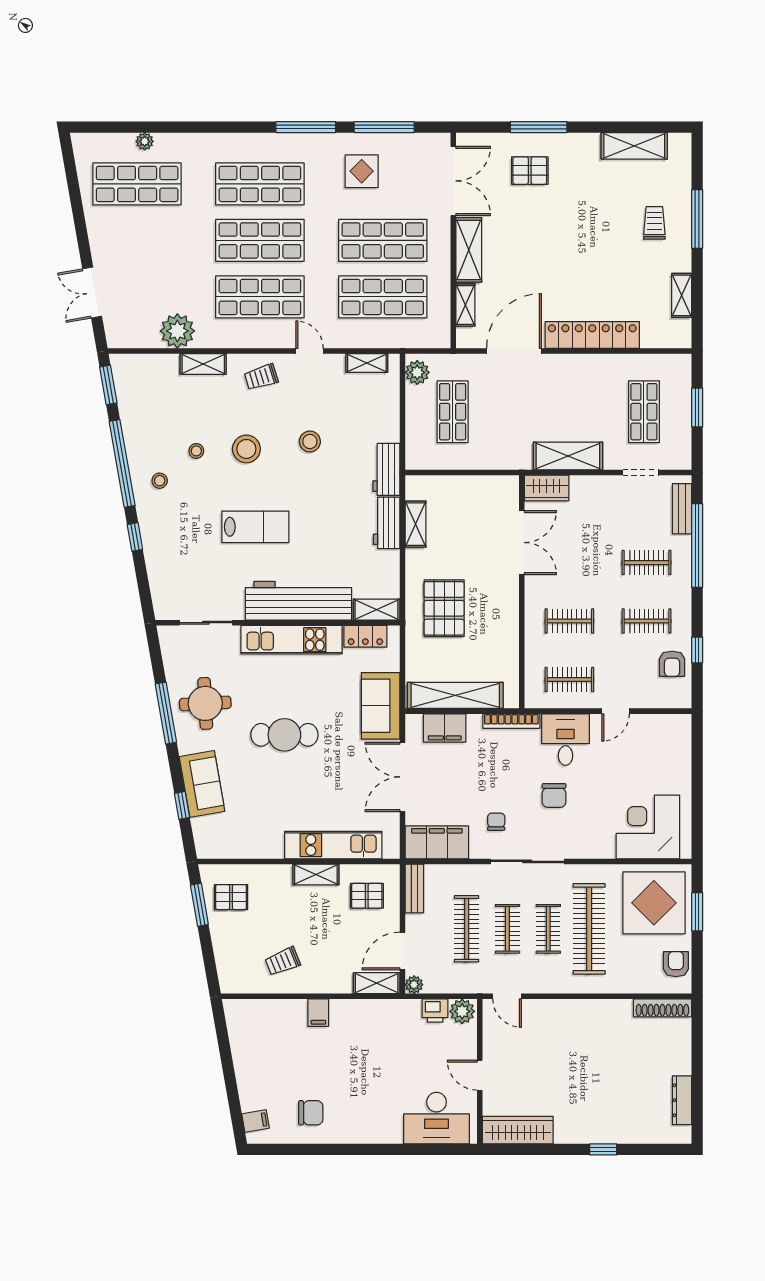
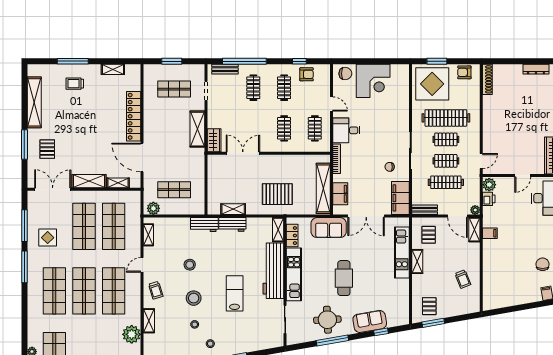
shelving: (634, 146) -> (34, 102), width x1.47
chair: (554, 795) -> (345, 74), moved
corner desk: (648, 827) -> (373, 81), moved, turned -90
filing cabinet: (318, 1013) -> (490, 233), moved

